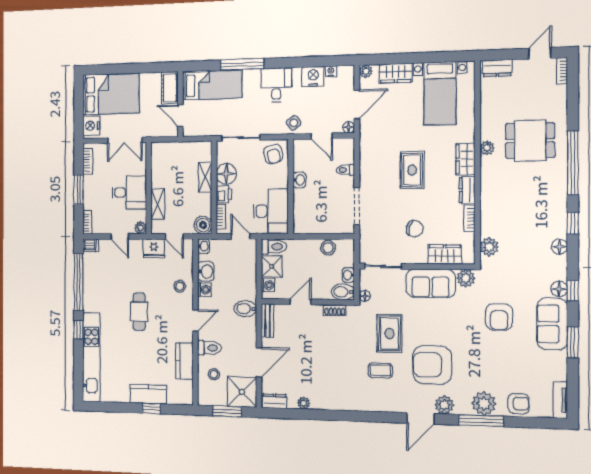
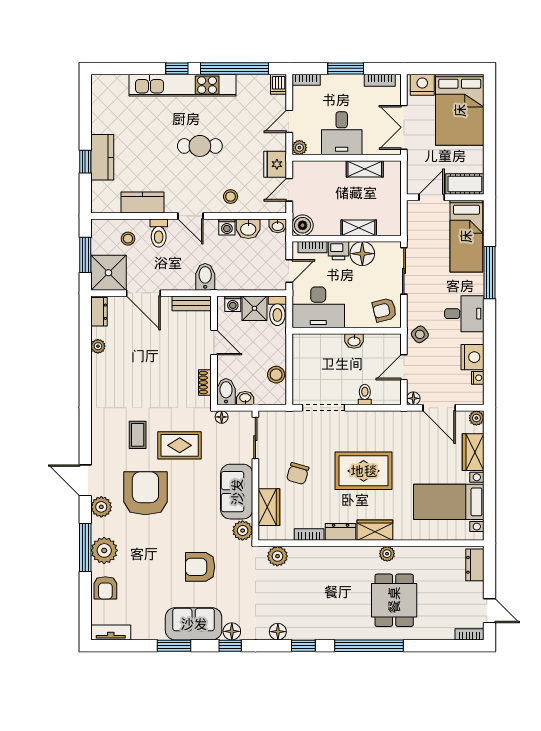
rug: (412, 170) -> (364, 471), width x1.36, depth x1.43
shelving: (157, 204) -> (365, 169), moved
kitchen unit: (91, 357) -> (183, 85), moved

